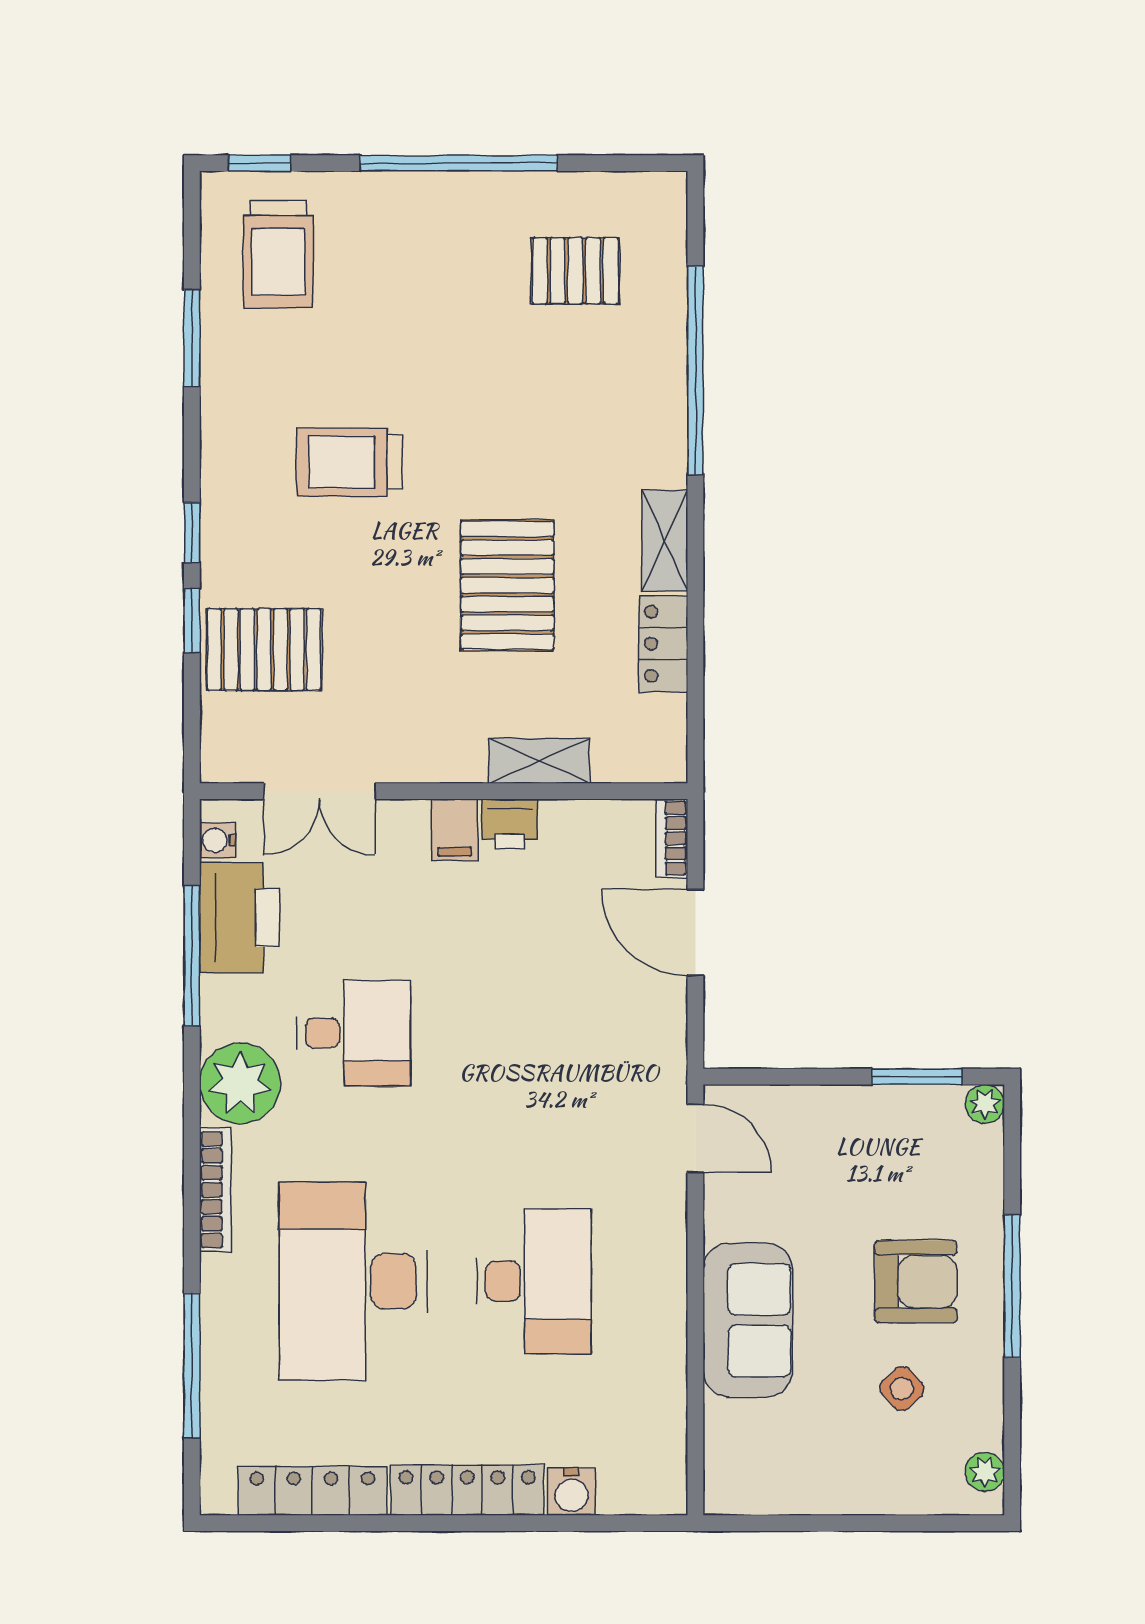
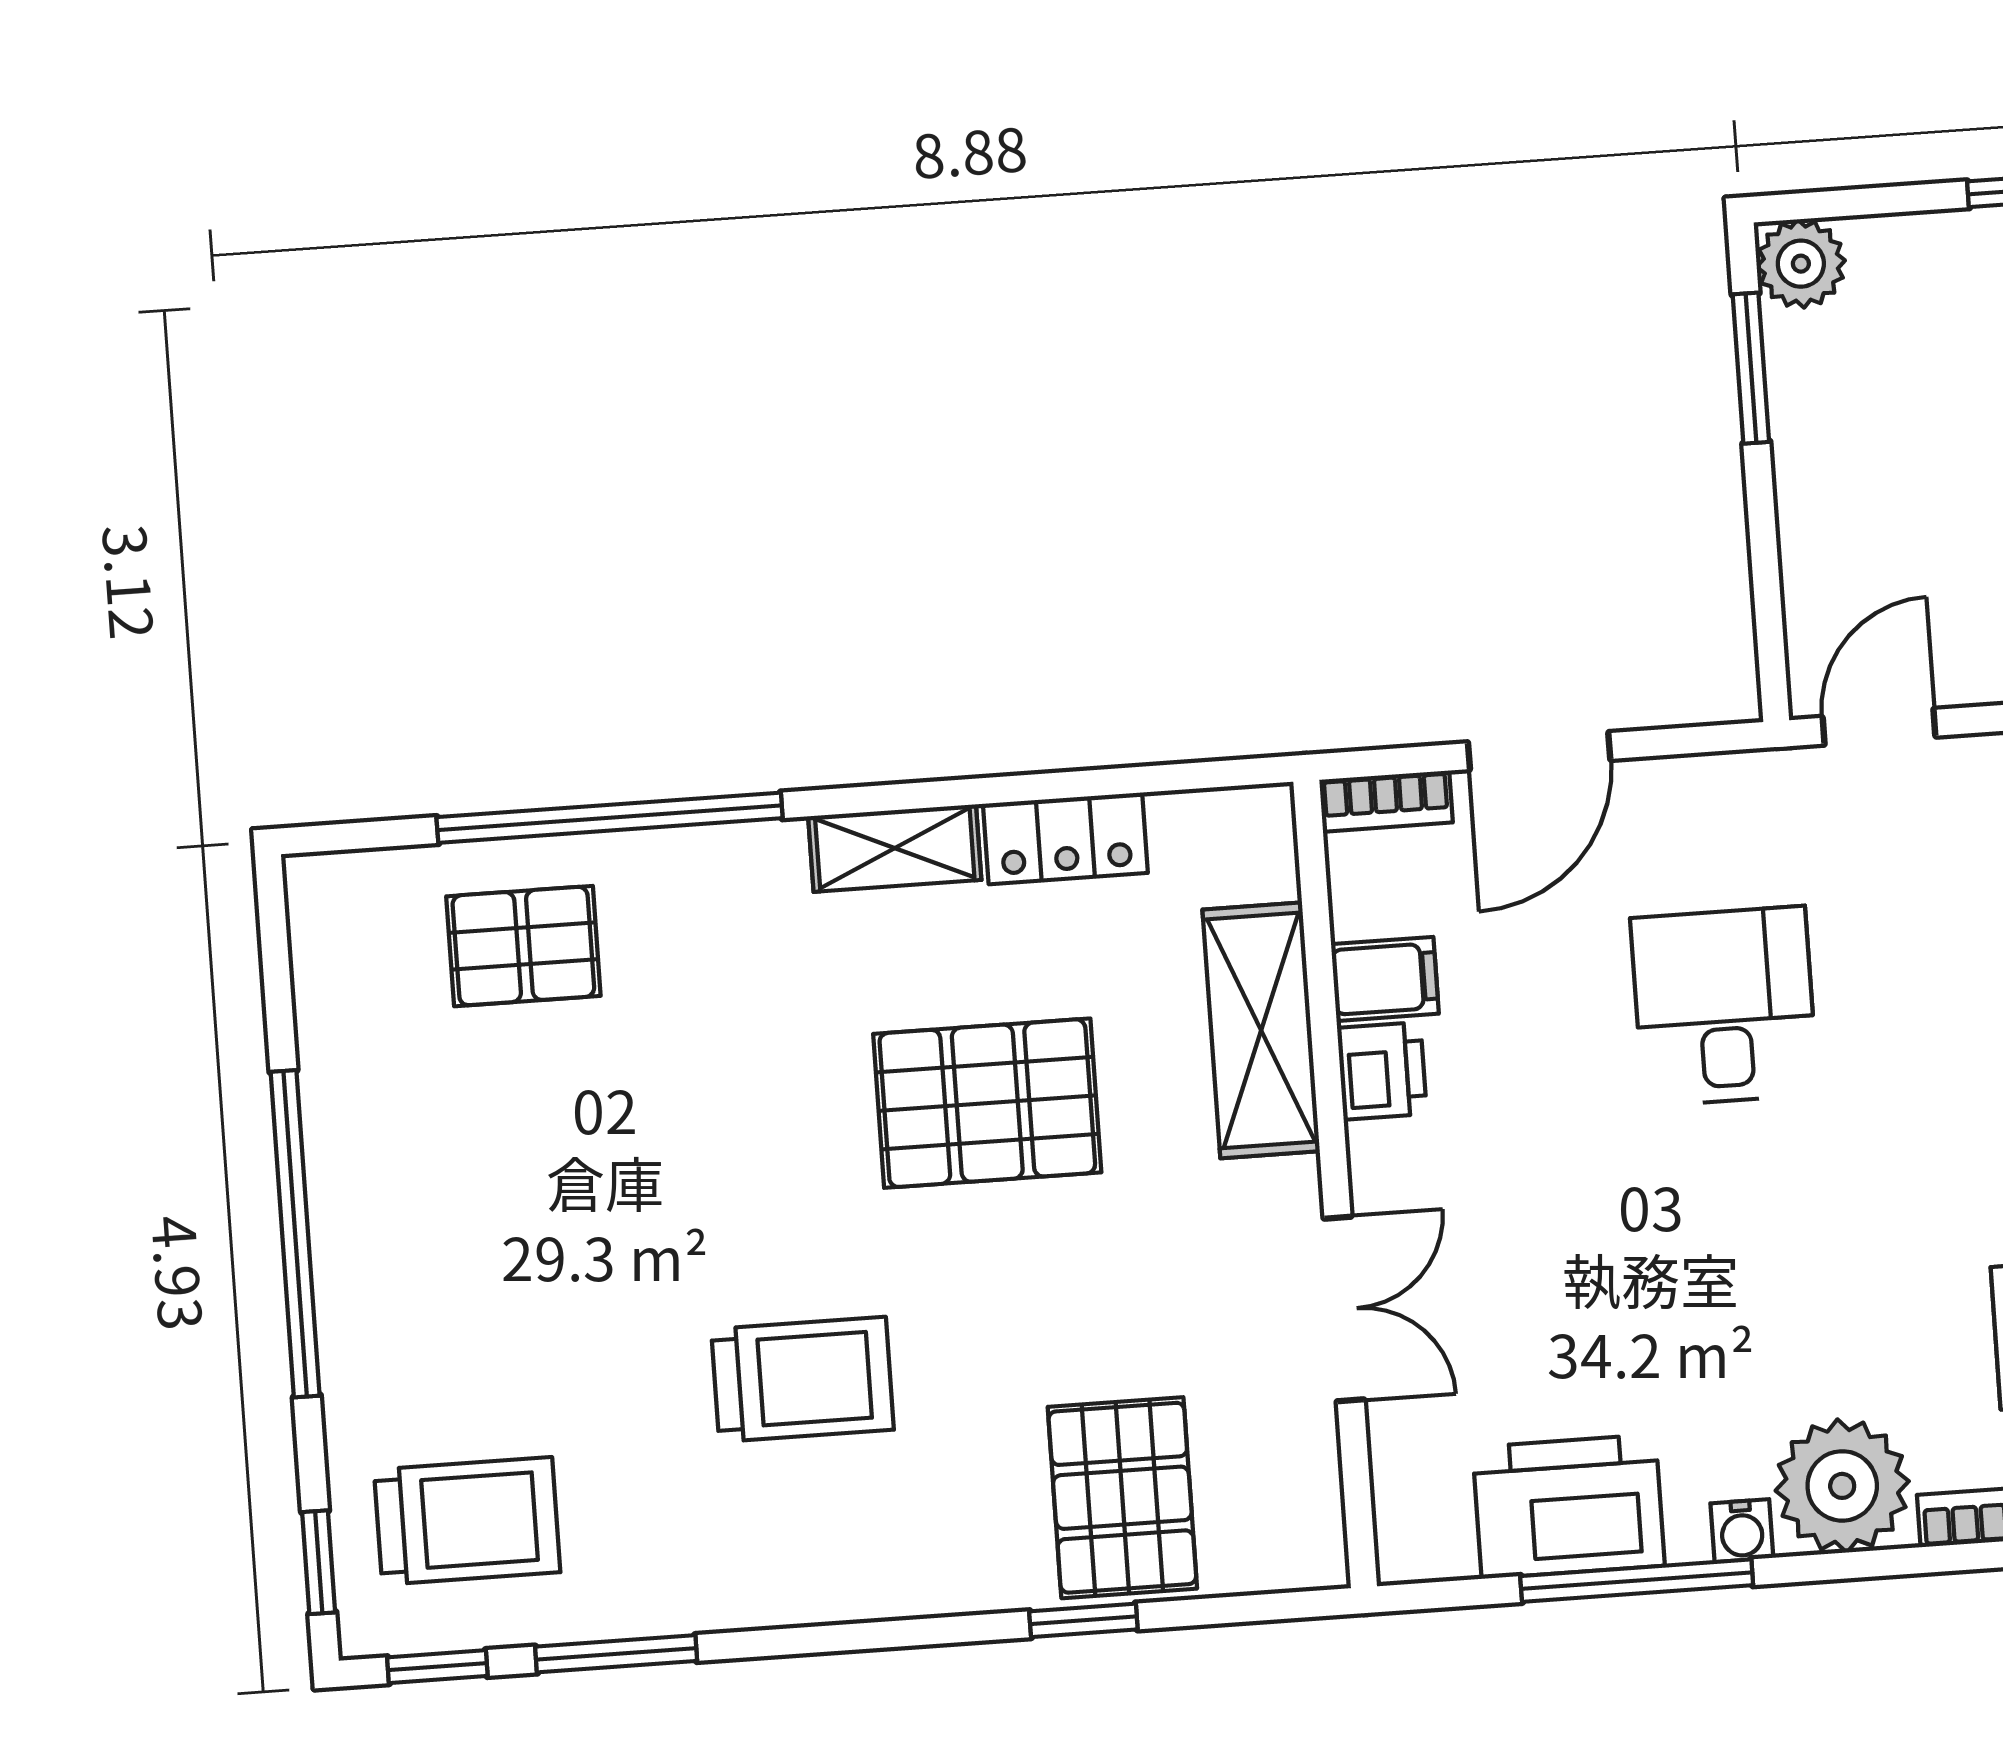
pallet: (575, 271) -> (523, 946), moved, turned 90
trolley: (349, 462) -> (802, 1379), turned -90
window: (192, 533) -> (437, 1667), moved
shelving: (539, 761) -> (1261, 1030), width x1.50, depth x1.33
double door: (319, 791) -> (1344, 1309), moved
filing cabinet: (455, 830) -> (1385, 979), moved
water cooler: (217, 840) -> (1742, 1531), moved
desk: (353, 1033) -> (1724, 1006), moved
plant: (985, 1104) -> (1801, 264), width x1.38, depth x1.38

